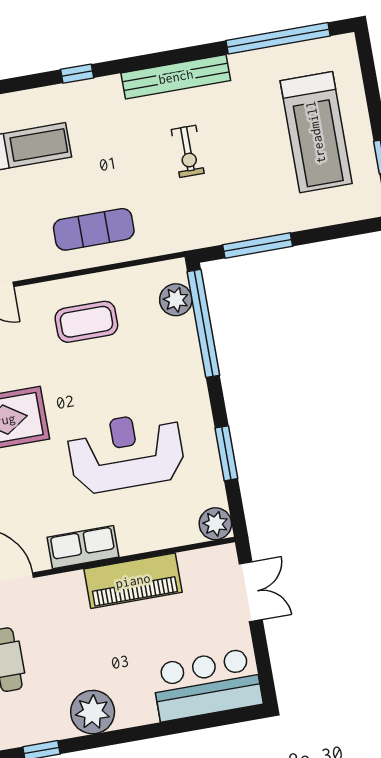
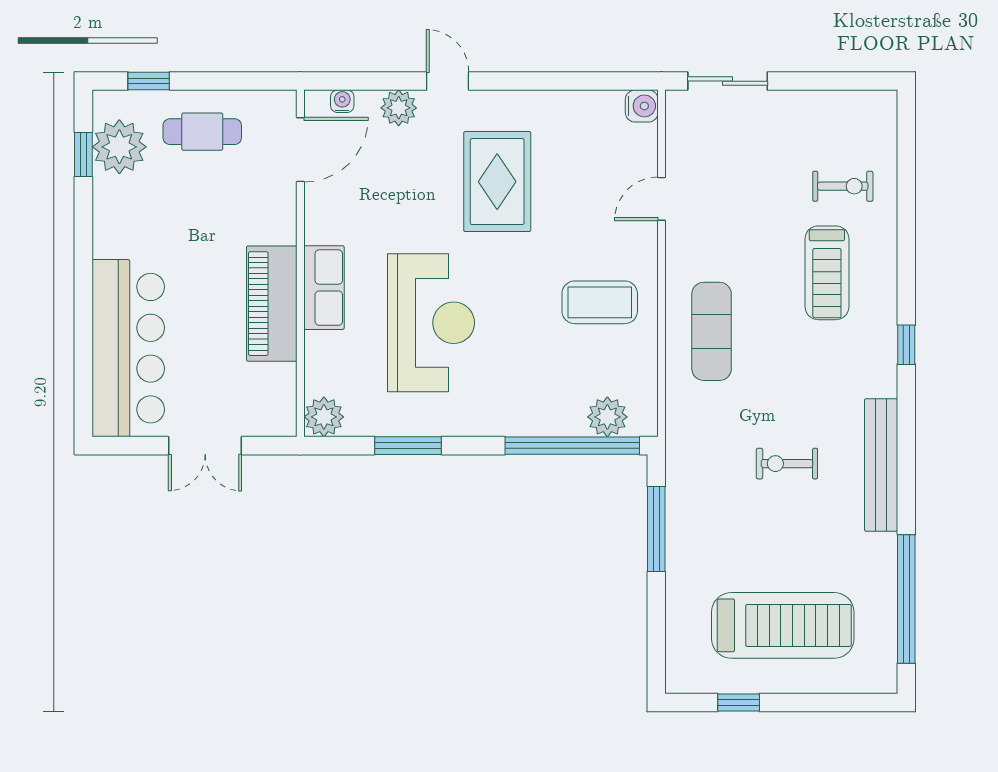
treadmill: (316, 132) -> (783, 625), turned 180
coffee table: (86, 322) -> (600, 302), turned 90
row of seats: (83, 547) -> (324, 288), moved
double door: (251, 592) -> (205, 446), moved
bar counter: (207, 685) -> (128, 348), width x1.36
plant: (93, 712) -> (119, 147), moved

